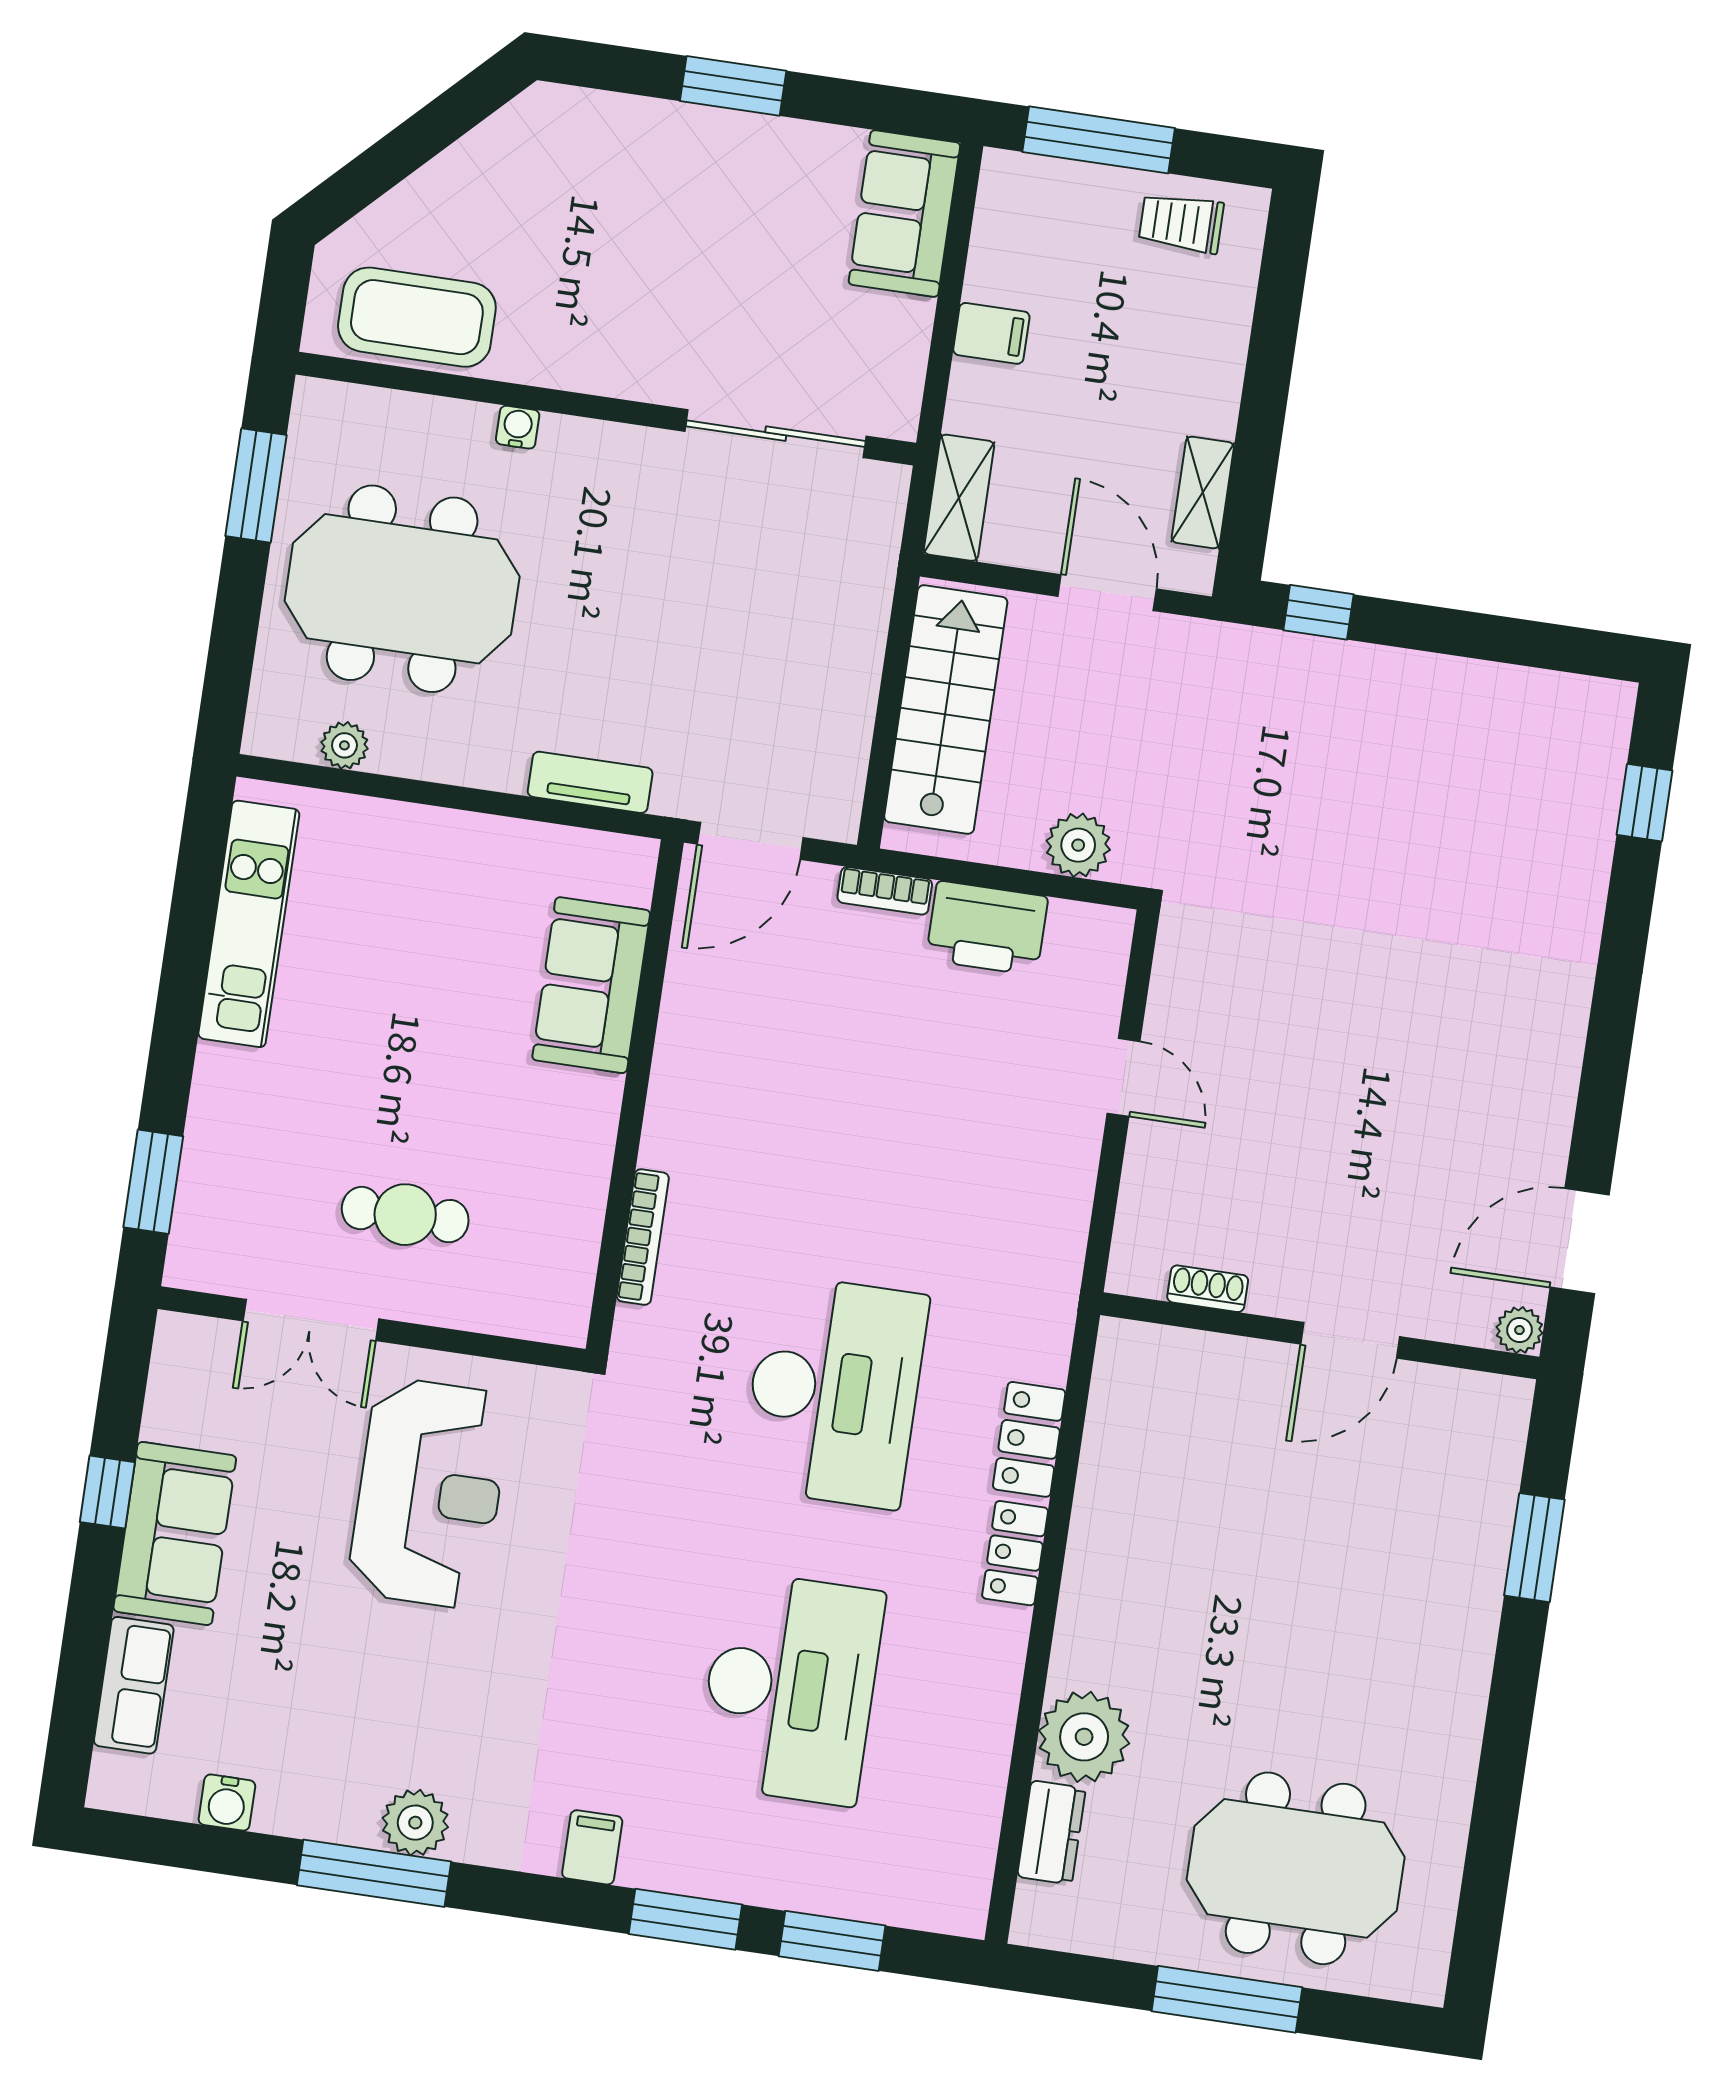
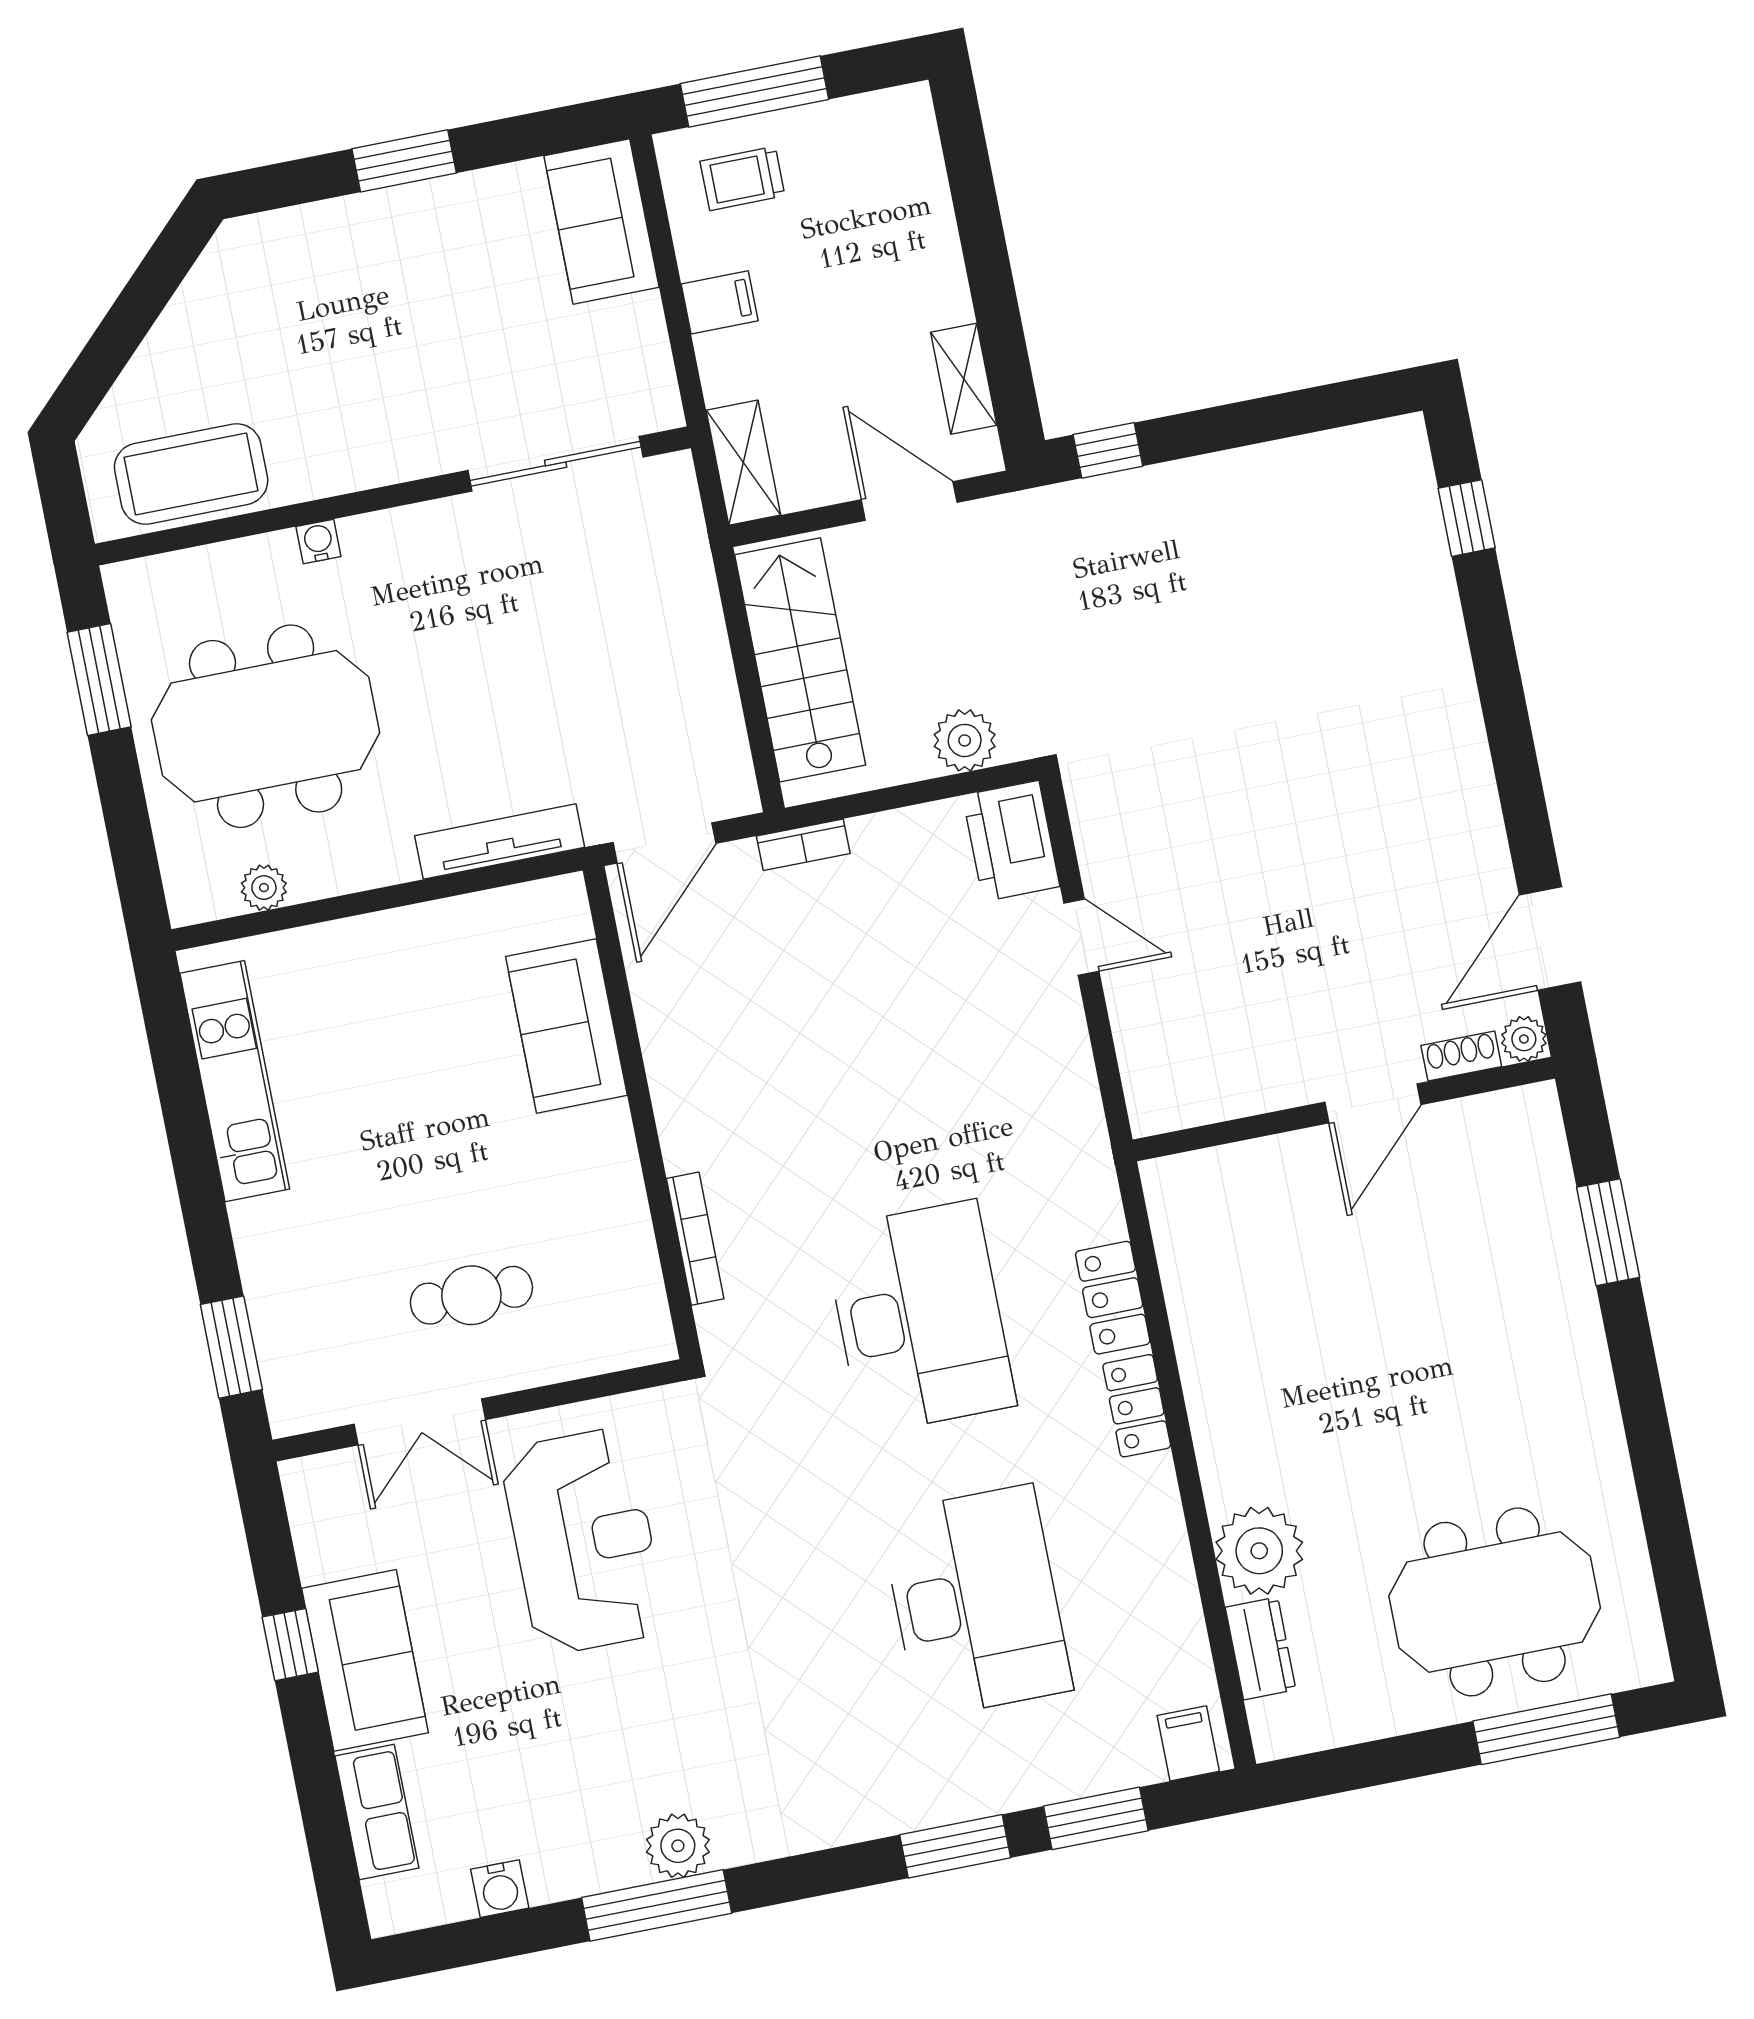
trolley: (1181, 223) -> (742, 178), moved
tv unit: (590, 782) -> (500, 842), width x1.41
printer: (987, 928) -> (1011, 841), moved, turned 90
shoe rack: (1208, 1289) -> (1461, 1056), moved
filing cabinet: (592, 1847) -> (1188, 1743), moved
window: (1227, 1999) -> (1546, 1729), moved

